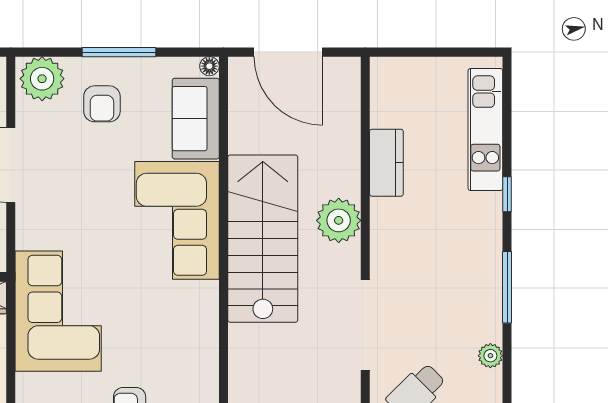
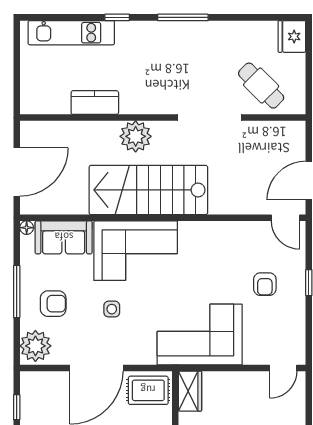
side table: (94, 187) -> (112, 309), added
plant: (490, 356) -> (231, 29), removed

